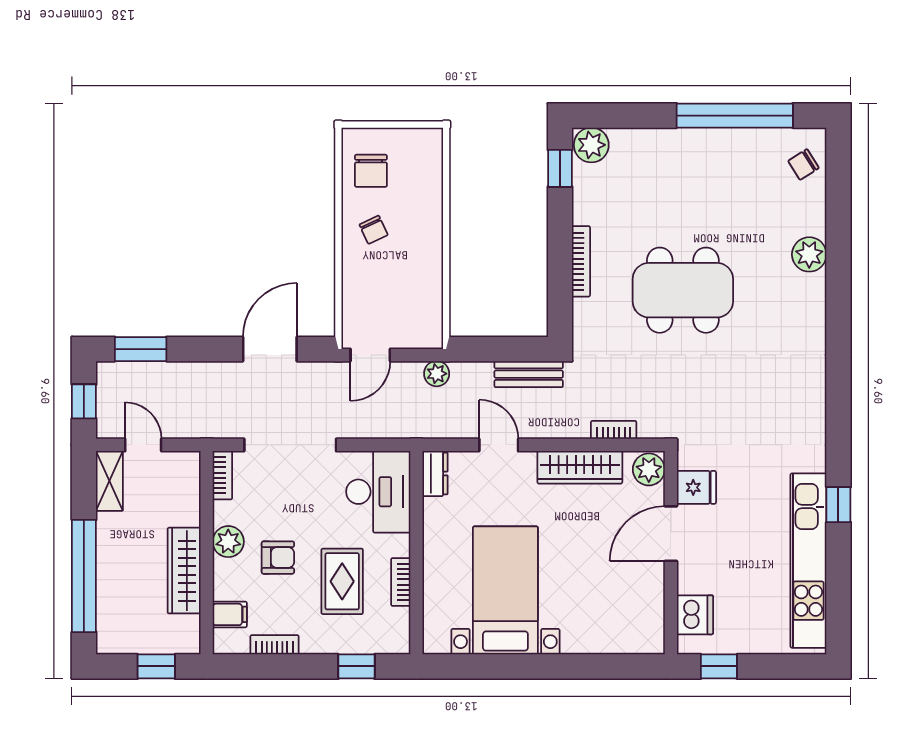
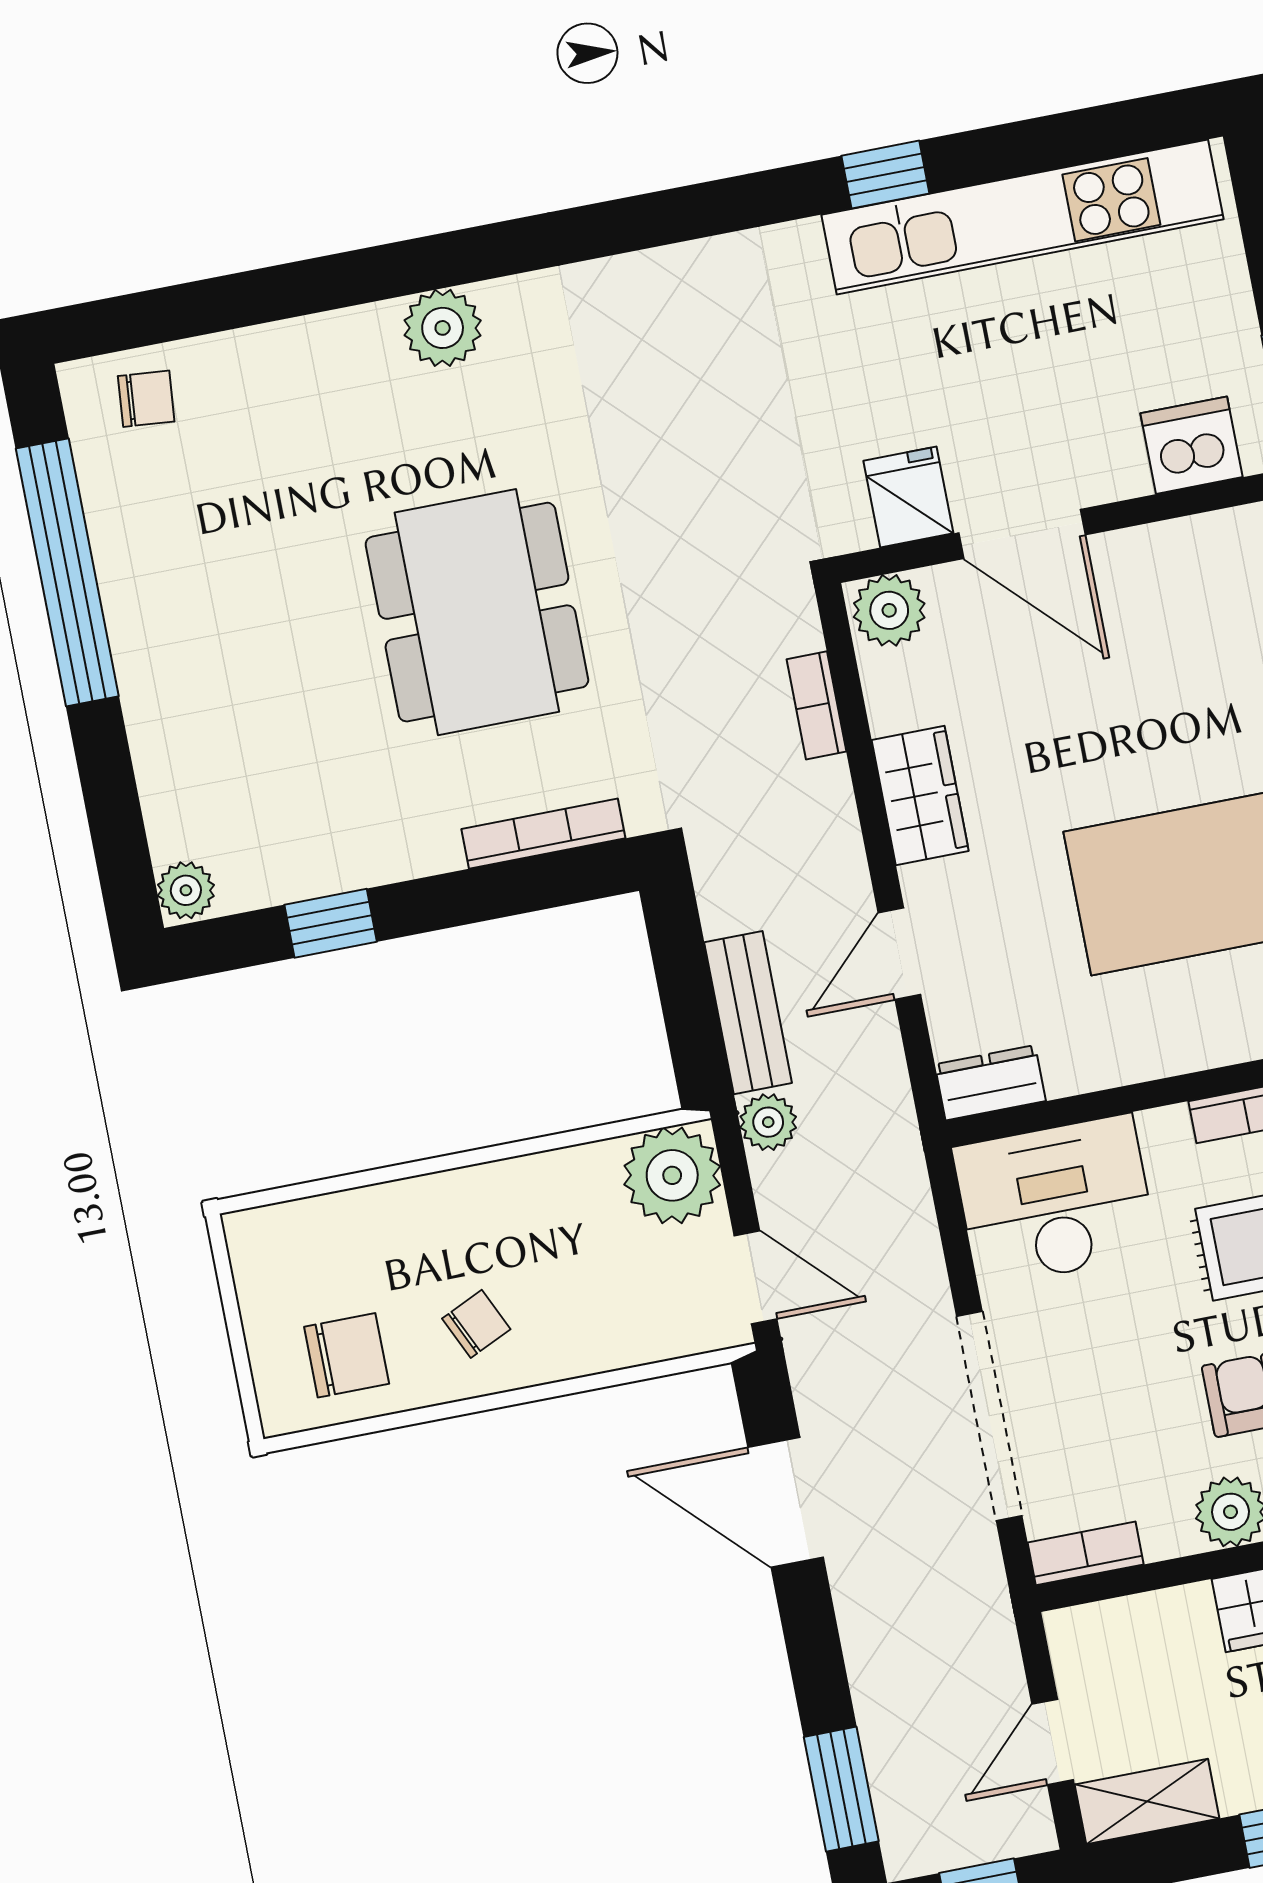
plant: (591, 145) -> (186, 890), width x0.73, depth x0.73
chair: (803, 164) -> (146, 399), turned -53
window: (560, 168) -> (331, 923), moved
plant: (809, 254) -> (443, 328), moved
bookcase: (581, 261) -> (543, 834), moved
plant: (422, 327) -> (672, 1175), added
bench: (529, 374) -> (748, 1013), moved
wardrobe: (580, 467) -> (920, 796), width x0.67

